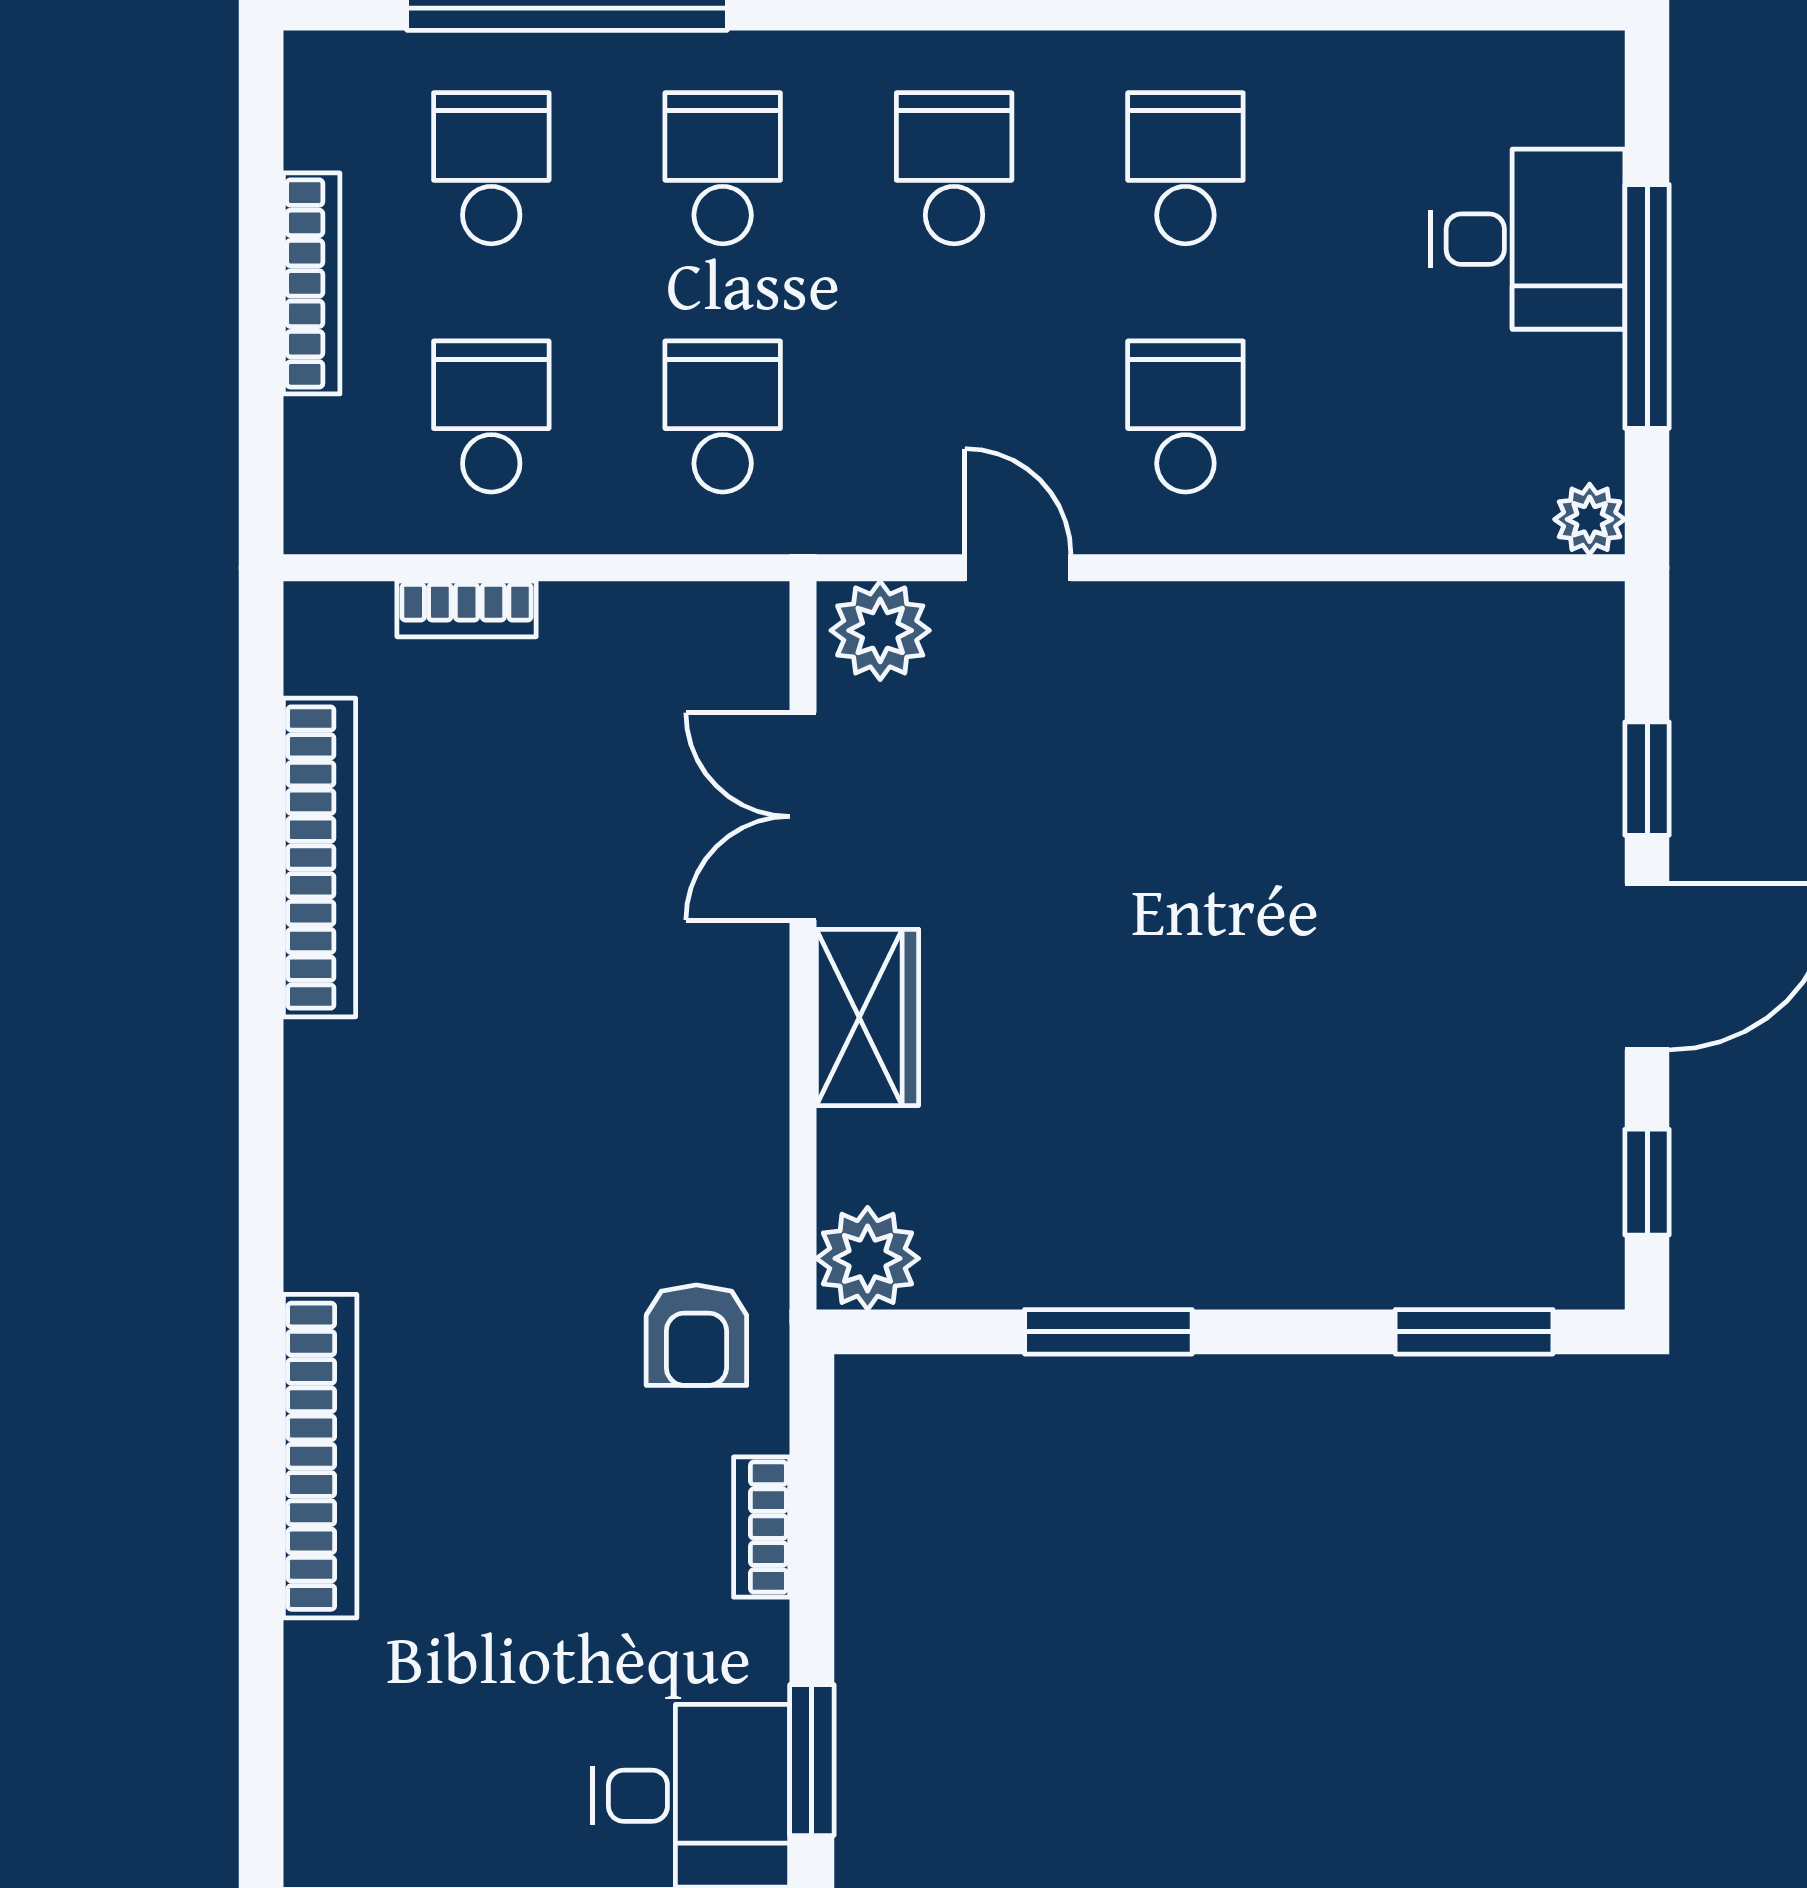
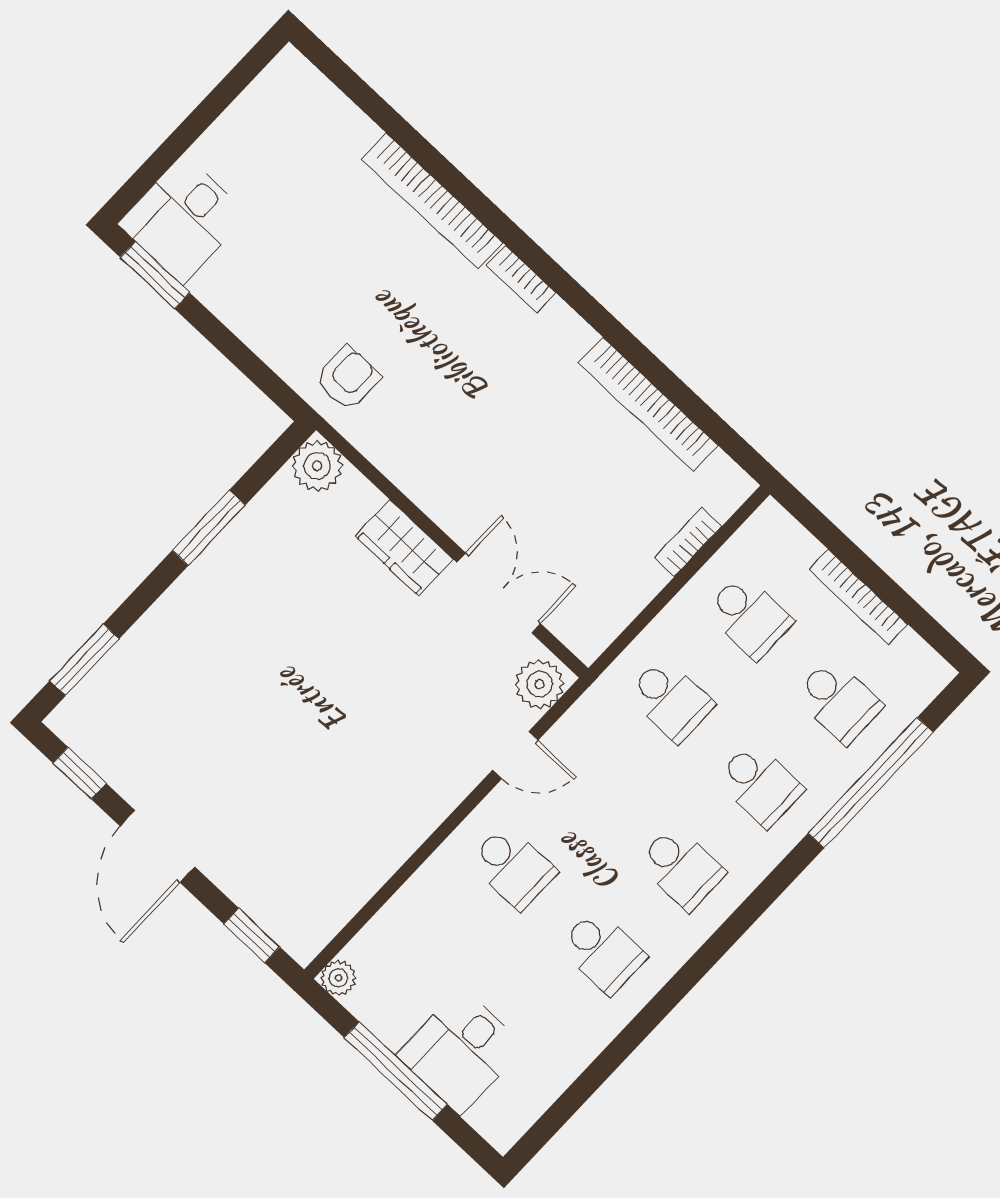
window: (1647, 779) -> (252, 935), moved
armchair: (696, 1335) -> (348, 378), turned 90
bookcase: (762, 1527) -> (521, 279), moved, turned 180

